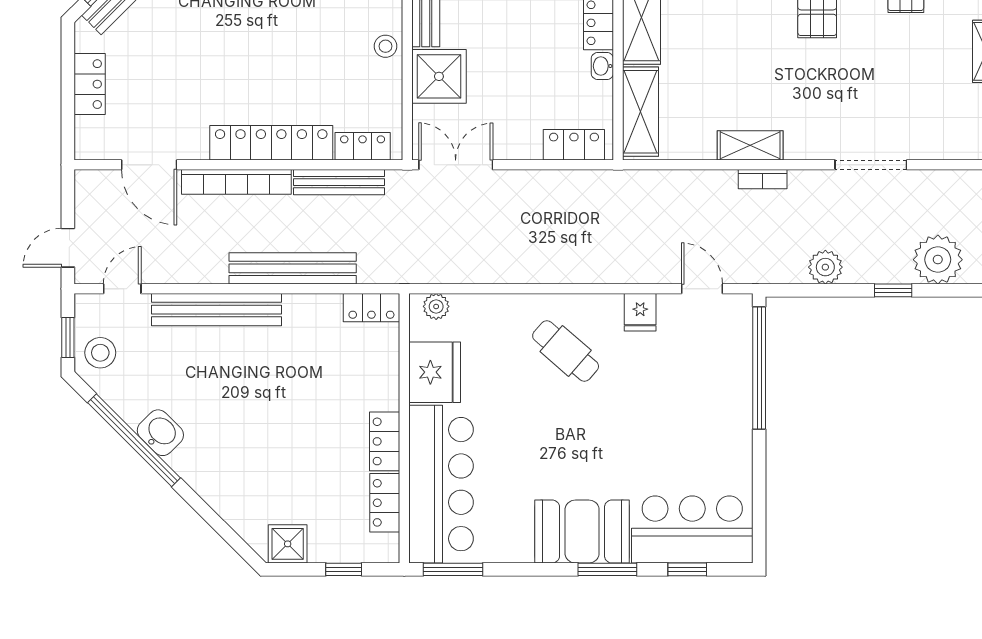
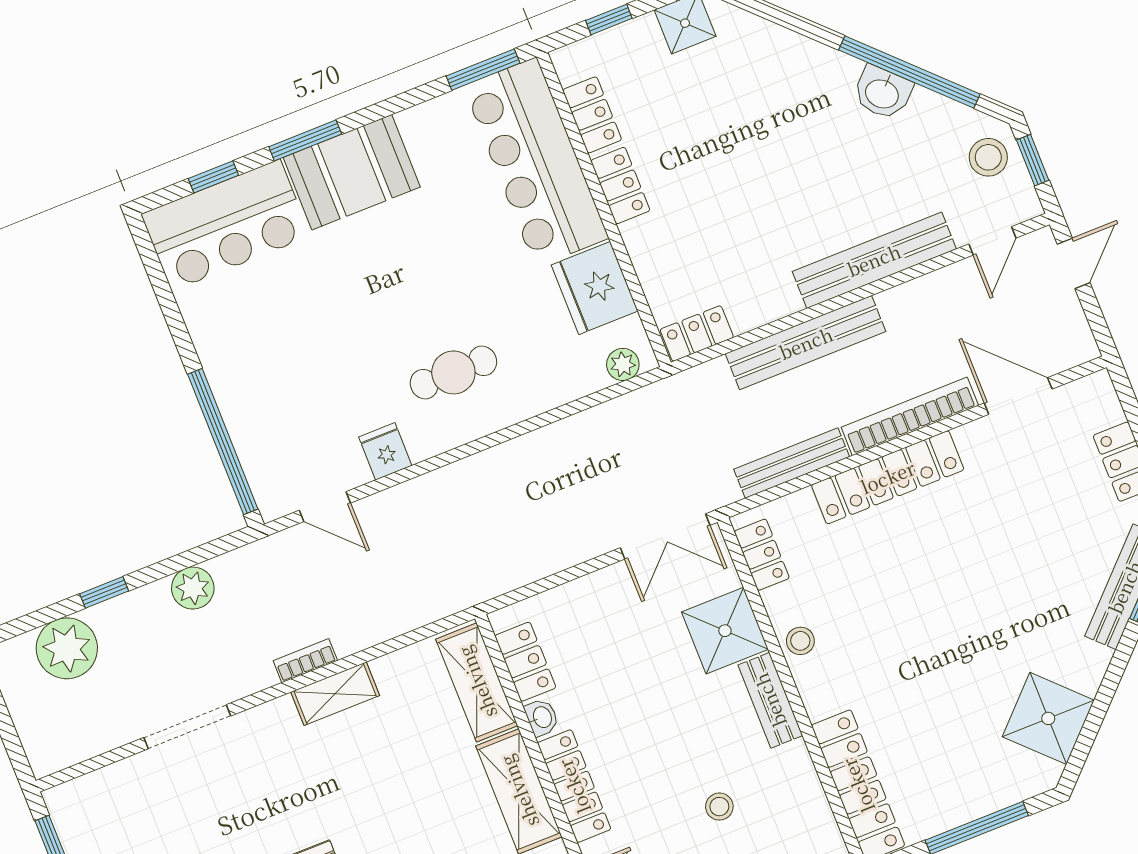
locker: (574, 145) -> (525, 662), moved, turned -90
locker: (363, 146) -> (762, 555), moved, turned -90
cafe table: (566, 351) -> (453, 372), turned -41

